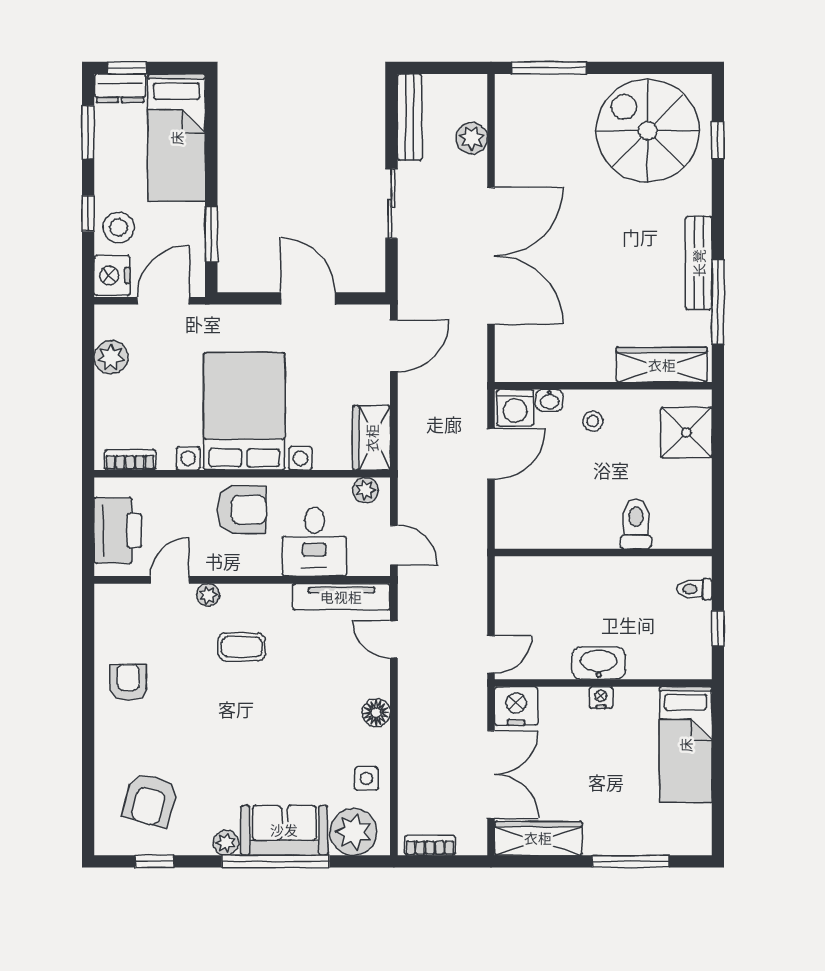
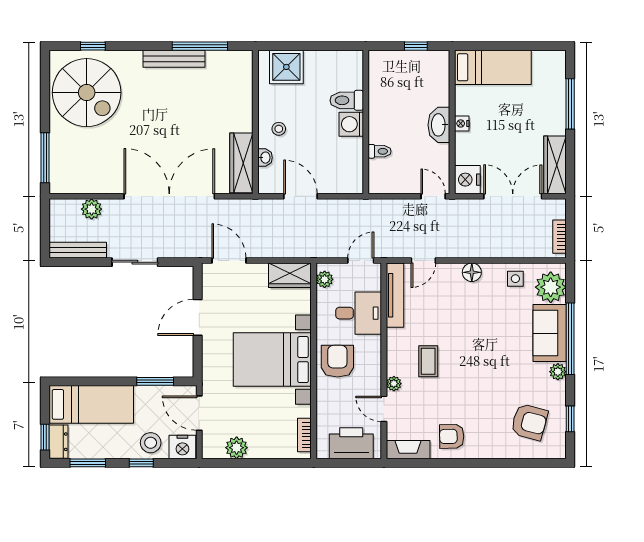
spiral stairs: (648, 131) -> (87, 93), turned -90
wardrobe: (662, 365) -> (241, 163), moved
washing machine: (515, 408) -> (351, 124), moved, turned 180
toilet: (695, 589) -> (380, 151), moved, turned -90
fireplace: (108, 616) -> (408, 450), added

